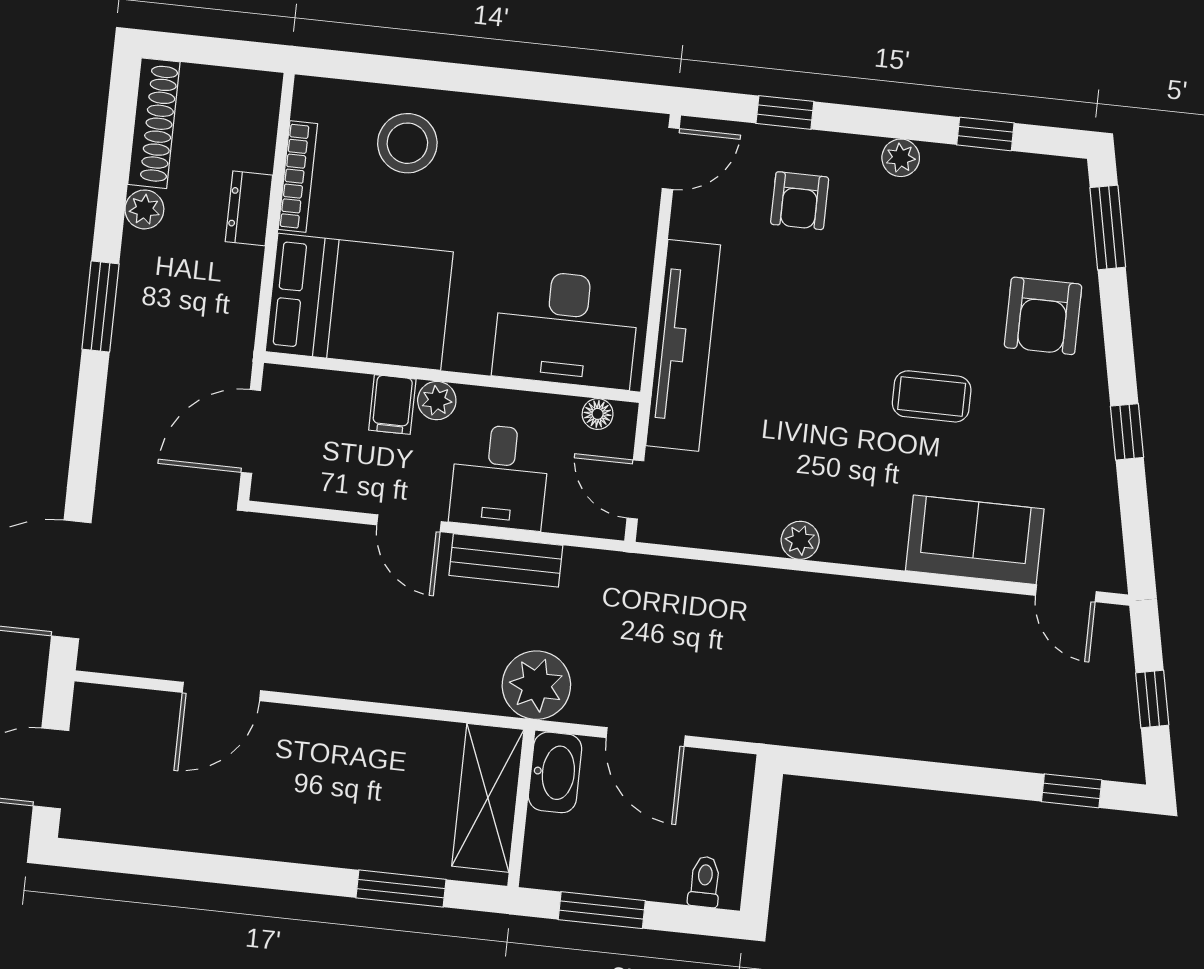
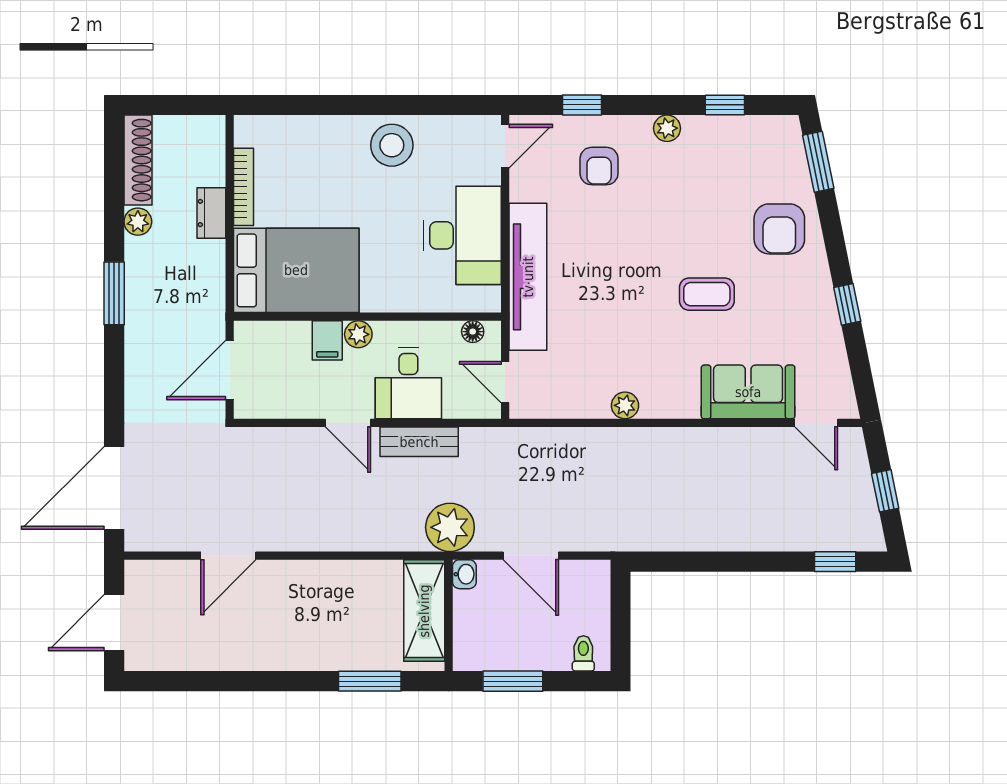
stool: (407, 143) -> (392, 145), moved
desk: (566, 329) -> (462, 235), moved, turned -90
washbasin: (555, 772) -> (464, 574), width x0.52, depth x0.69

